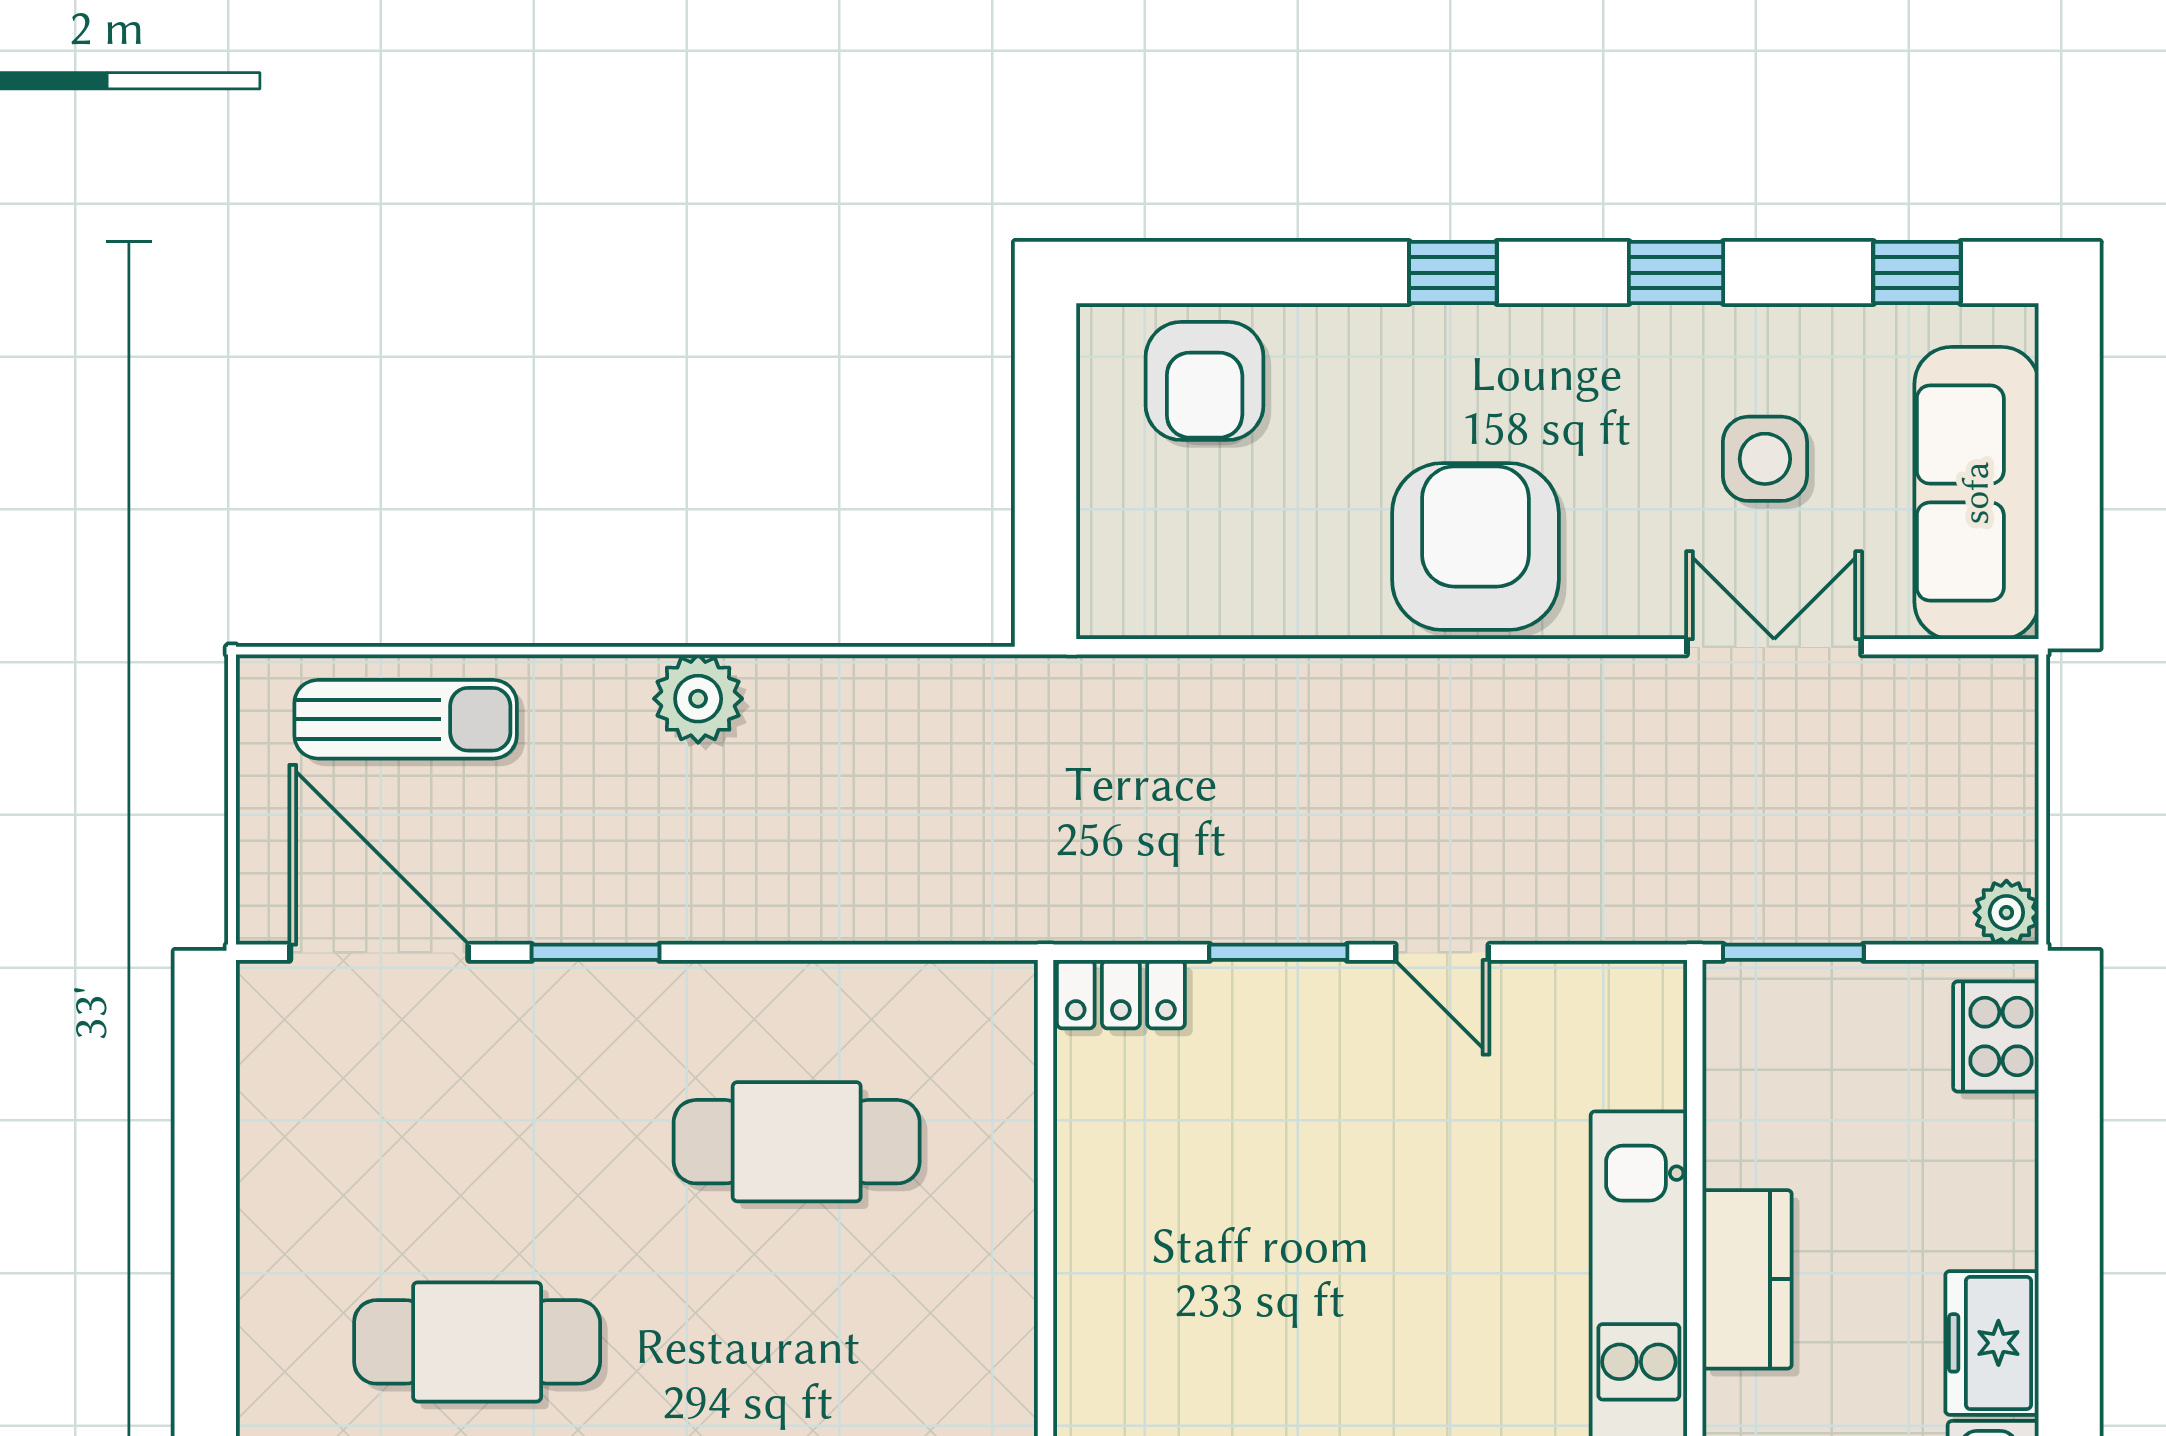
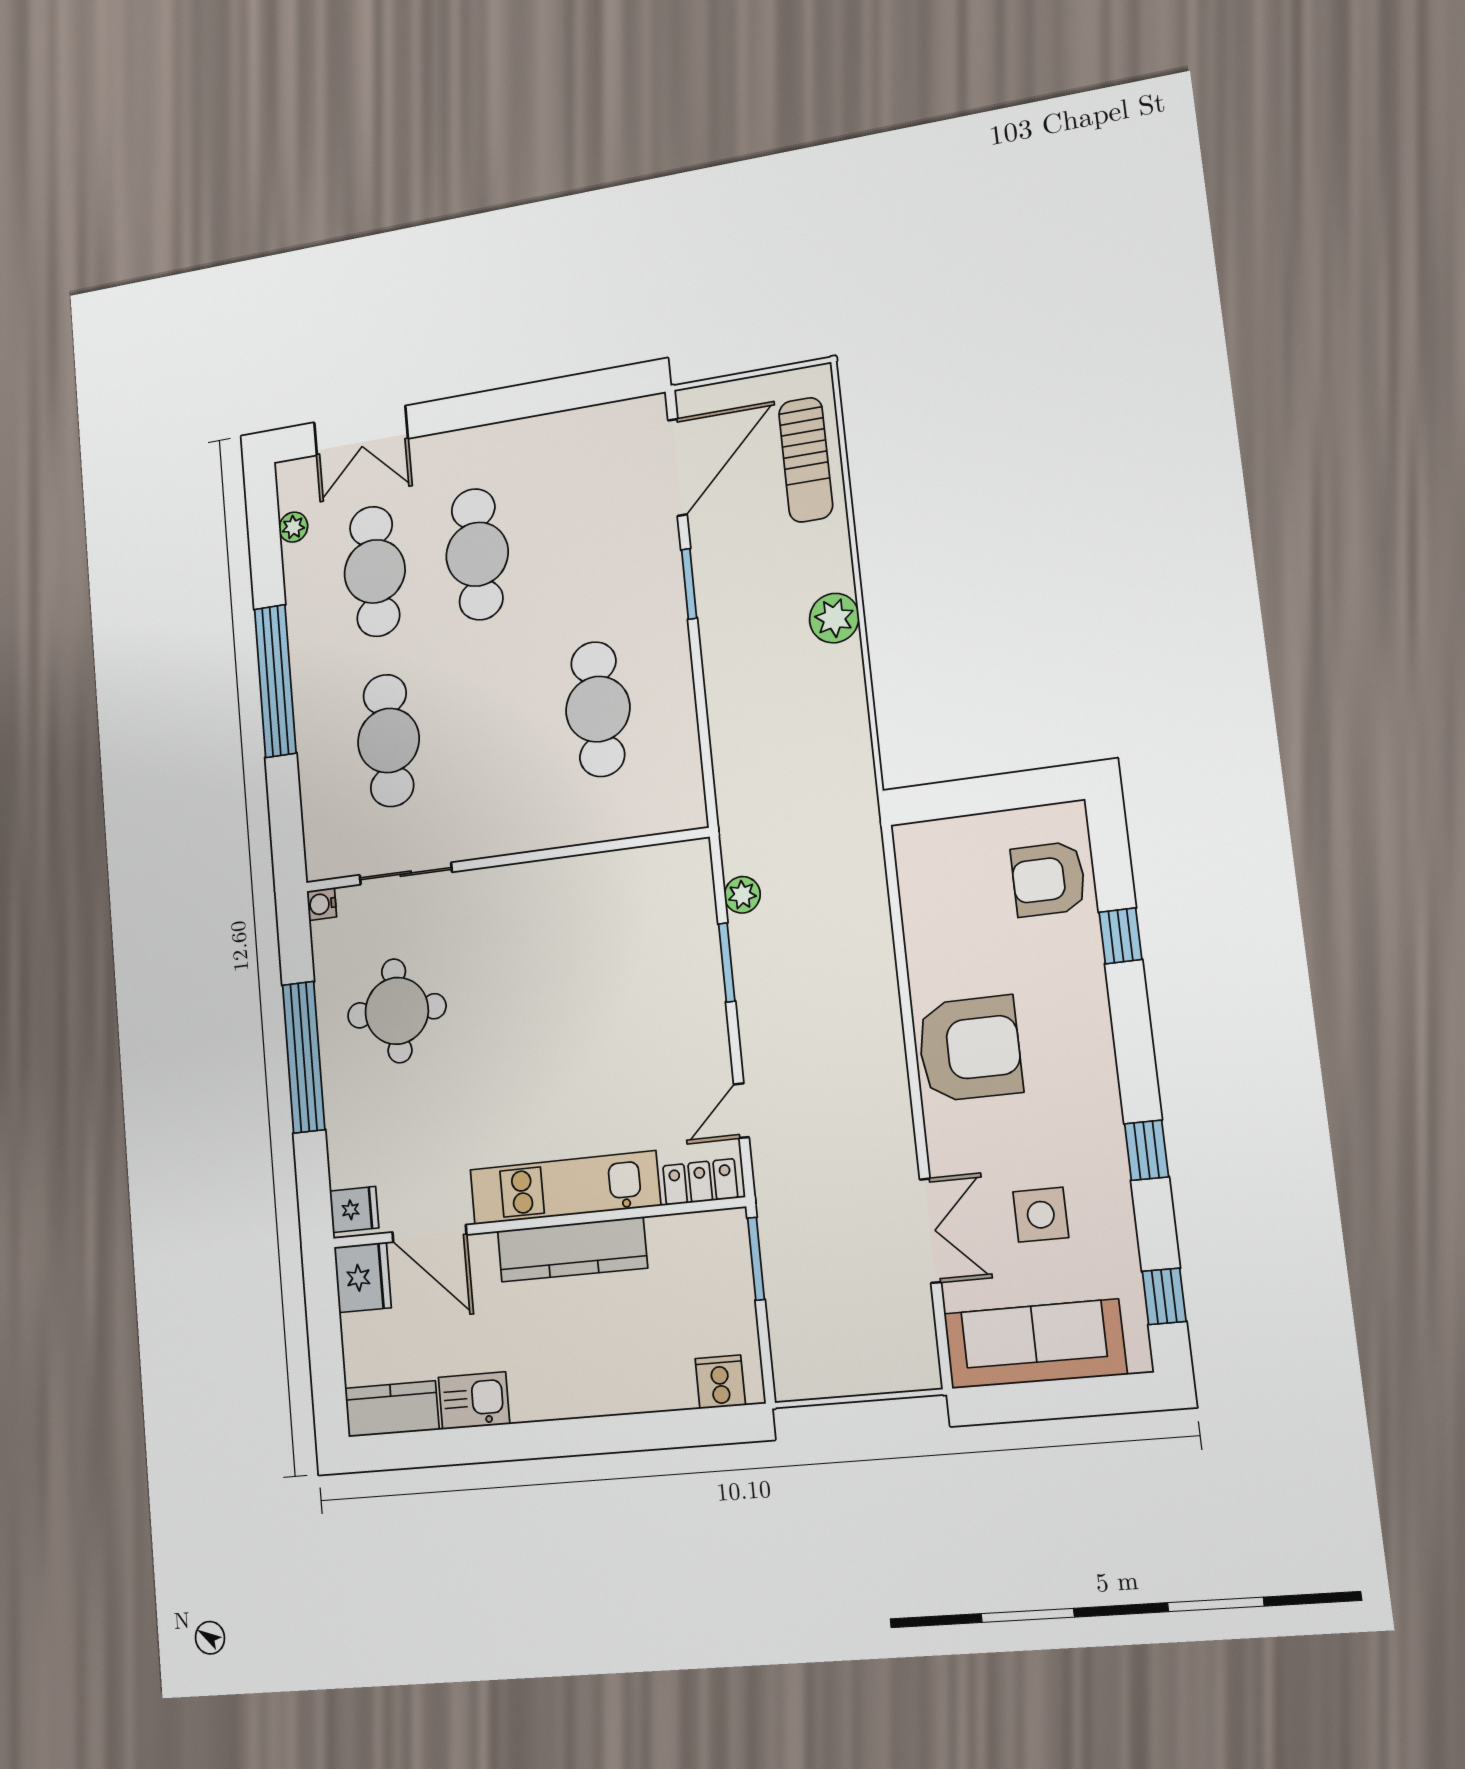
window: (1453, 273) -> (1120, 936), moved
plant: (2006, 913) -> (742, 895), moved
door: (1442, 952) -> (741, 1111), moved
locker: (1121, 994) -> (700, 1182), moved, turned 90
cooker: (1996, 1037) -> (720, 1382), width x0.73
kitchen counter: (1747, 1279) -> (572, 1249), width x1.50
freezer: (1992, 1343) -> (550, 1394), removed

